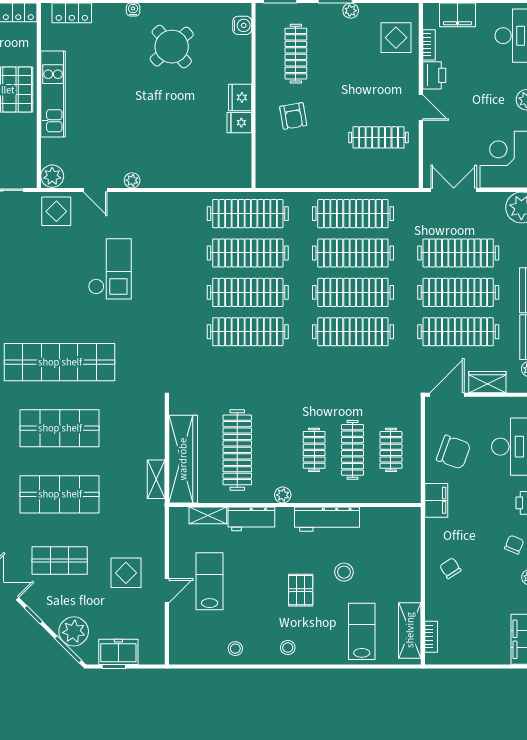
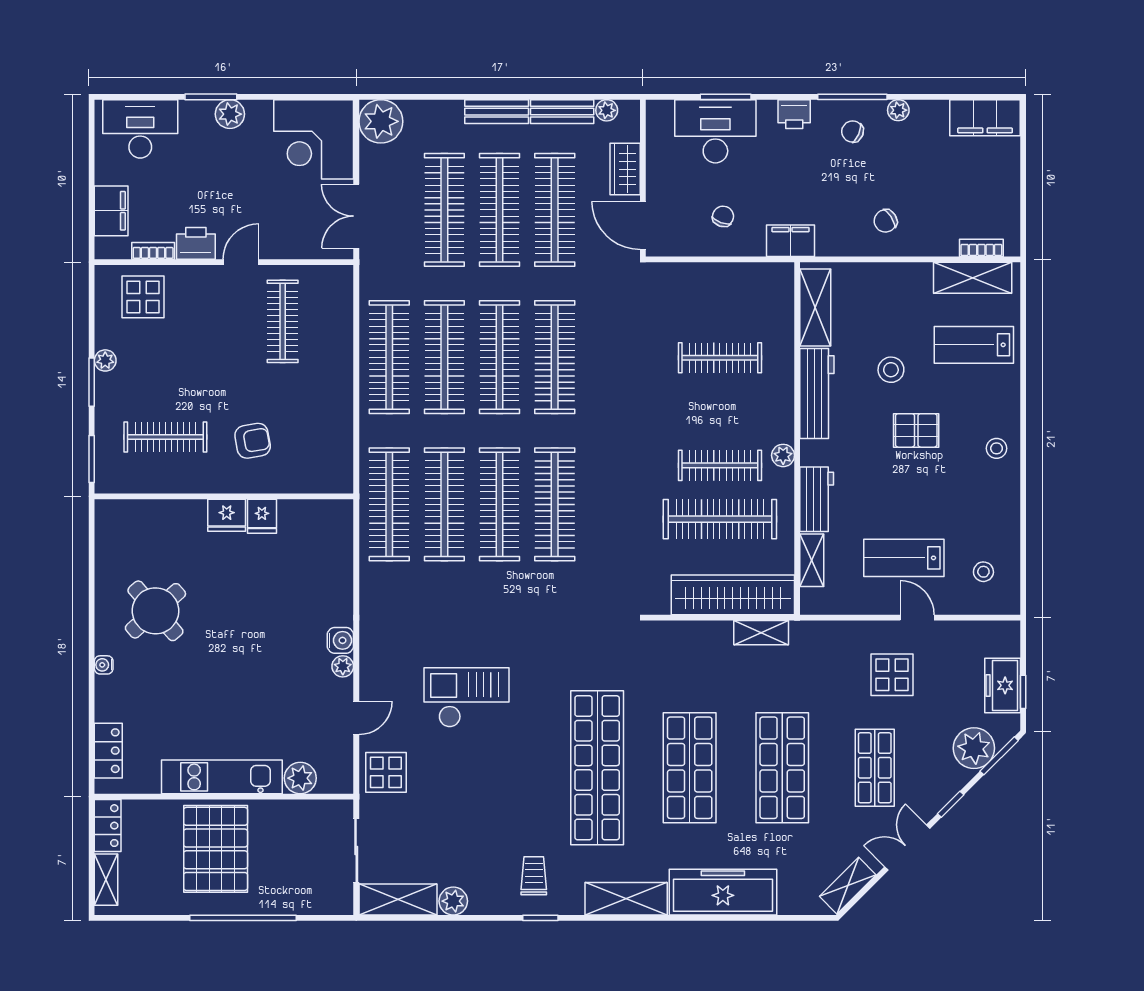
water cooler: (242, 25) -> (340, 640), moved, turned 90
plant: (52, 176) -> (300, 778), moved
clothes rail: (314, 450) -> (720, 465), moved, width x1.36
clothes rail: (391, 450) -> (720, 304), removed
chair: (454, 452) -> (723, 216), width x0.54, depth x0.54
shelving: (388, 518) -> (815, 307), added
stool: (235, 649) -> (983, 572), moved

